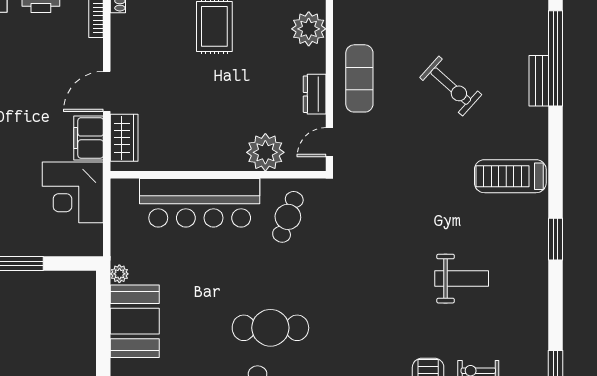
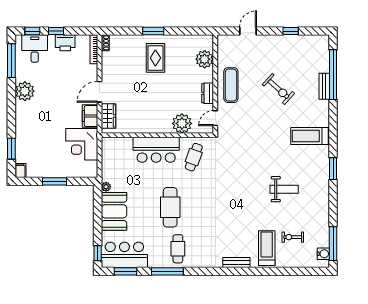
bar counter: (200, 203) -> (156, 150), width x0.73
cafe table: (270, 328) -> (170, 207), moved, turned 90

